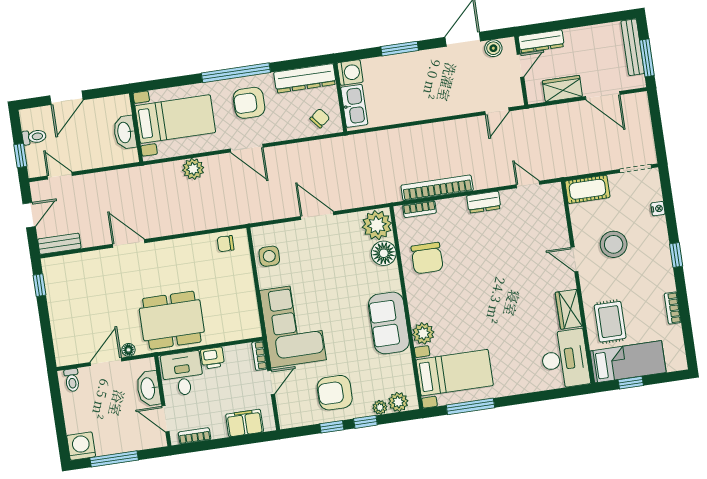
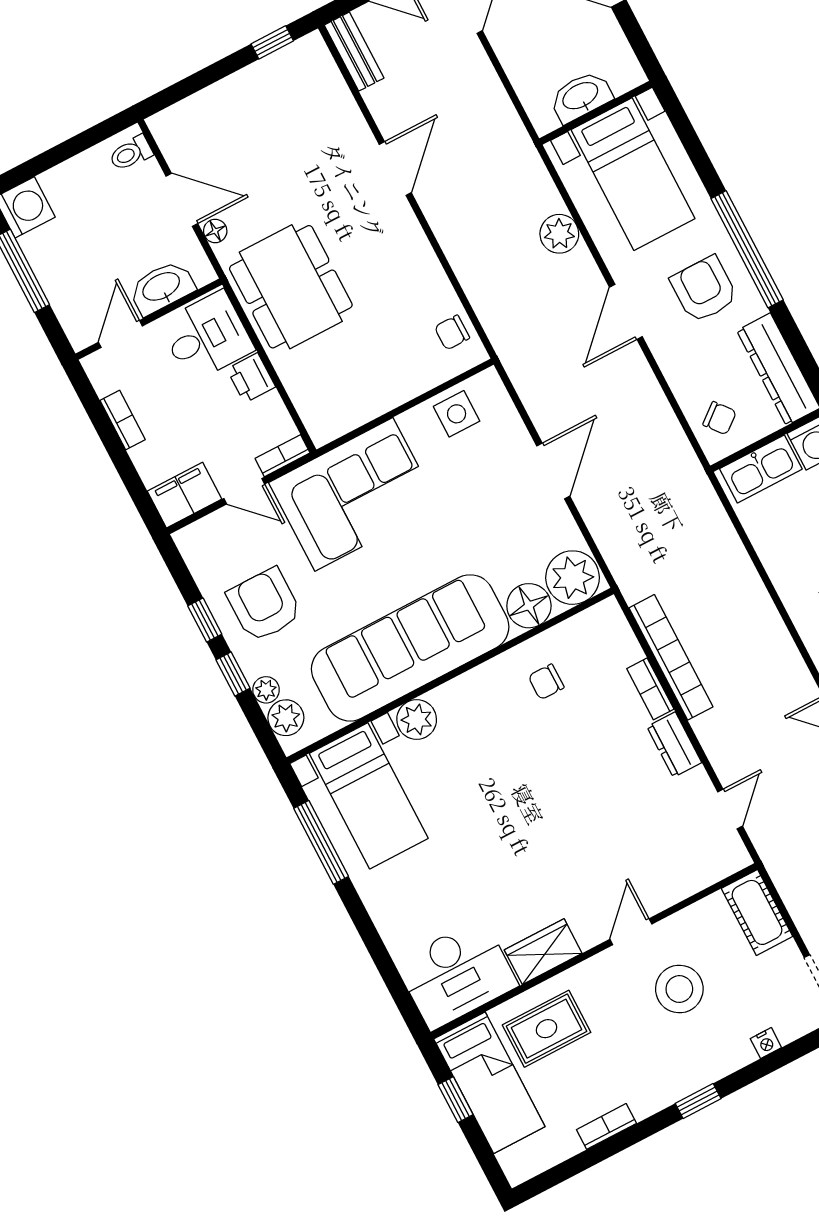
bookcase: (419, 209) -> (650, 689), moved
chair: (226, 244) -> (452, 332), turned -91
chair: (427, 258) -> (546, 682), width x0.54, depth x0.54
sofa: (389, 323) -> (410, 648), width x1.85, depth x1.27
filing cabinet: (245, 423) -> (185, 495), moved, turned -90
bookcase: (195, 436) -> (123, 420), moved

